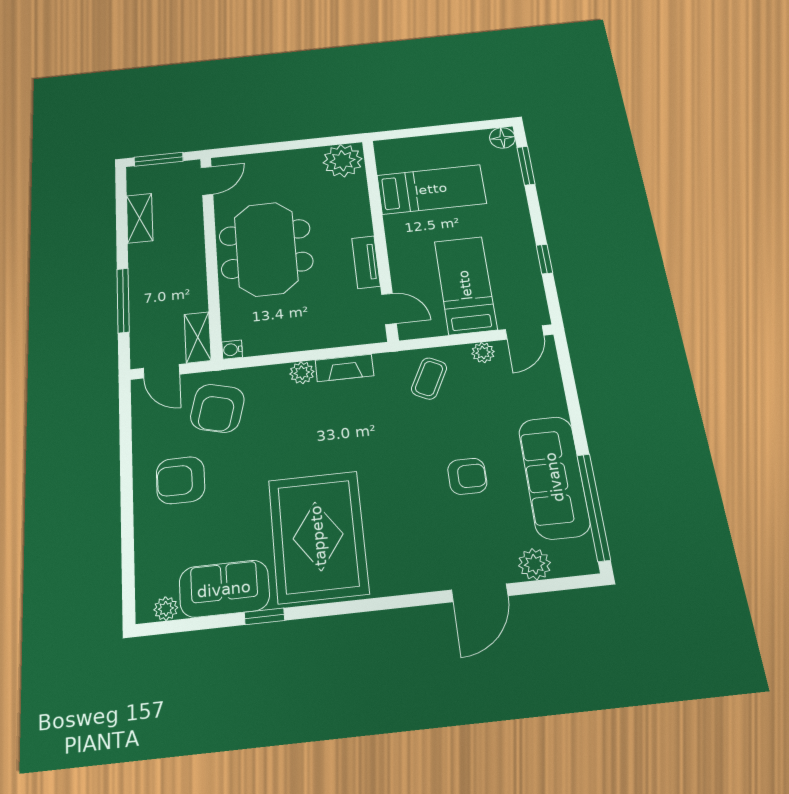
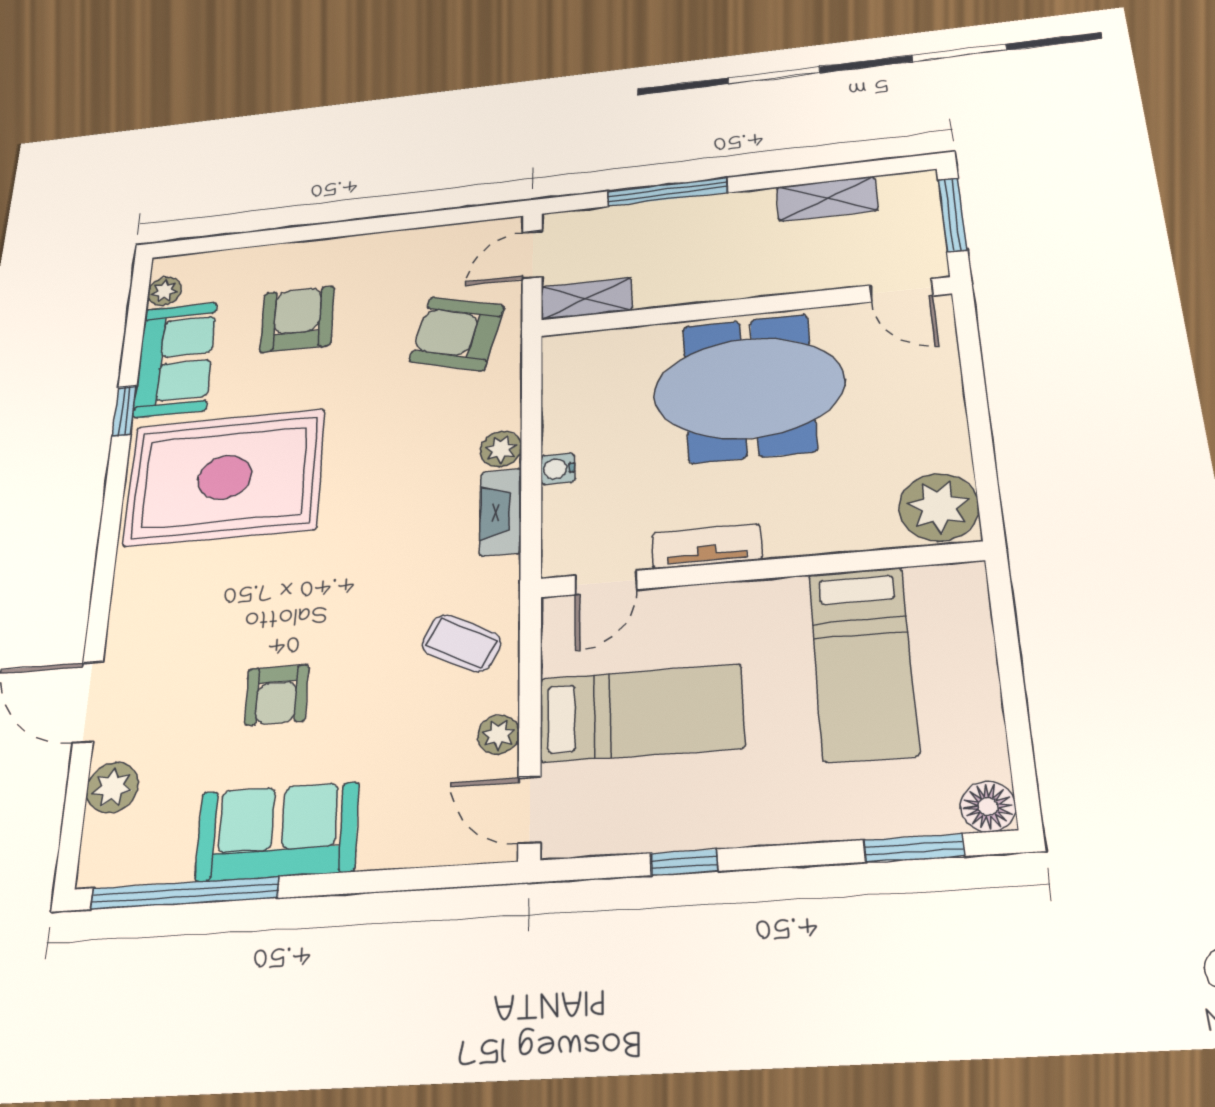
water cooler: (232, 350) -> (558, 469), moved, turned -90
sofa: (554, 477) -> (277, 832), width x0.73
armchair: (181, 480) -> (297, 319), moved

